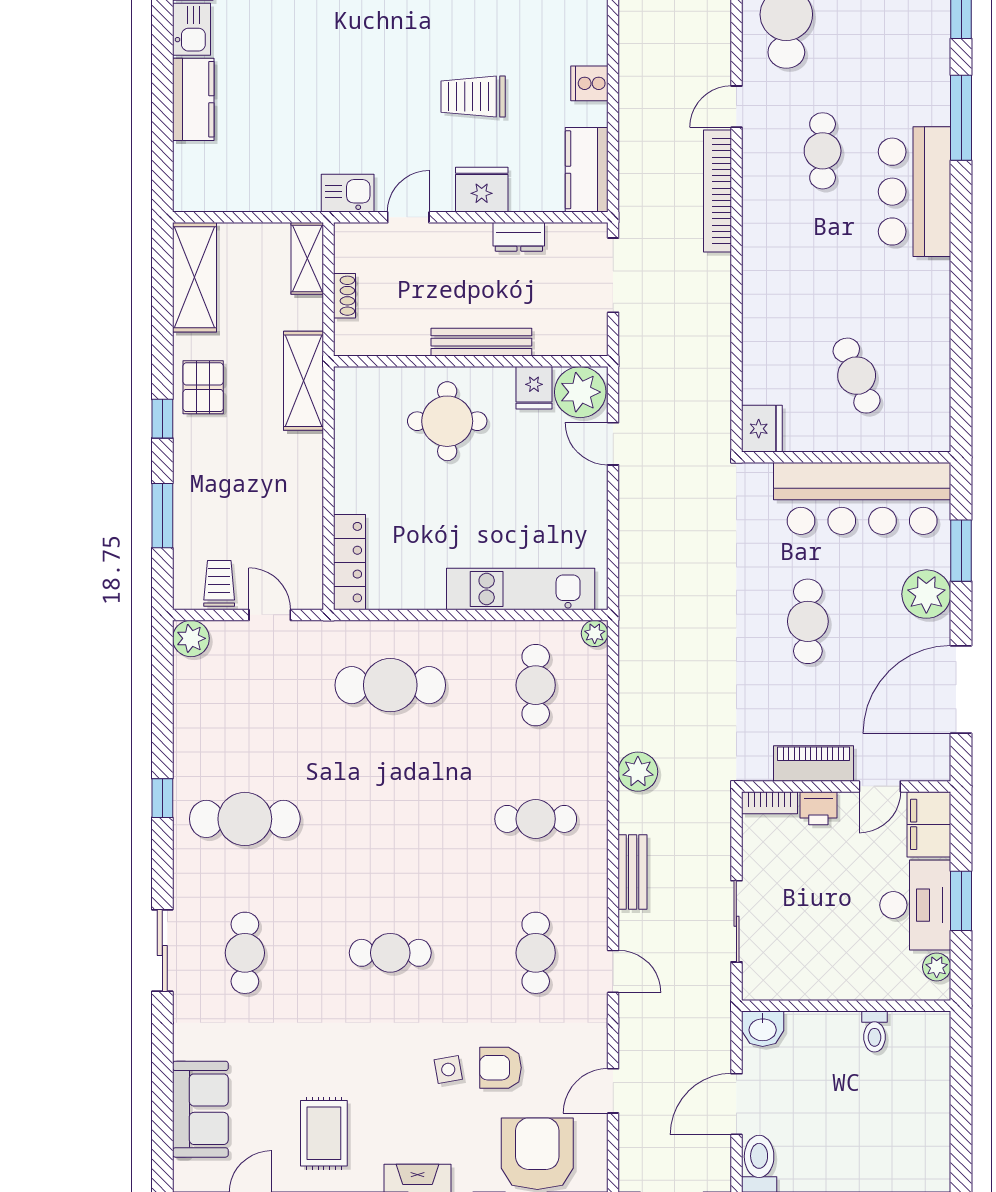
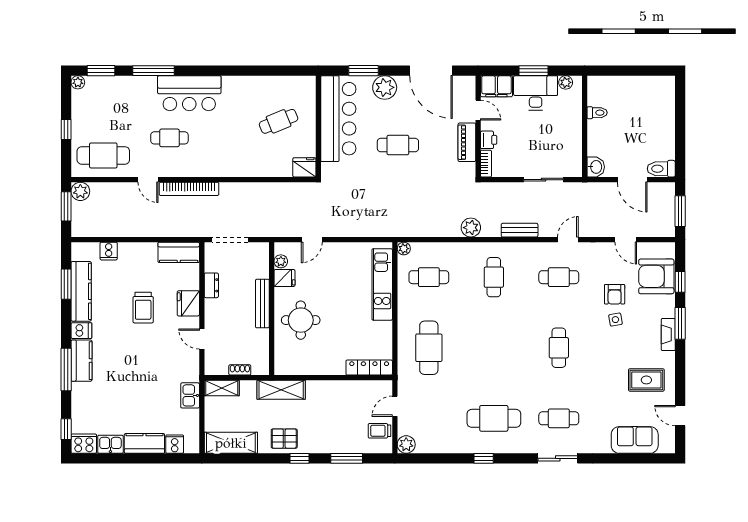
cooker: (589, 83) -> (109, 251), moved
cooker: (192, 161) -> (175, 444), added
kitchen sink: (348, 193) -> (190, 395), moved
plant: (580, 392) -> (281, 261), width x0.53, depth x0.53
cafe table: (245, 819) -> (494, 418), turned 90

